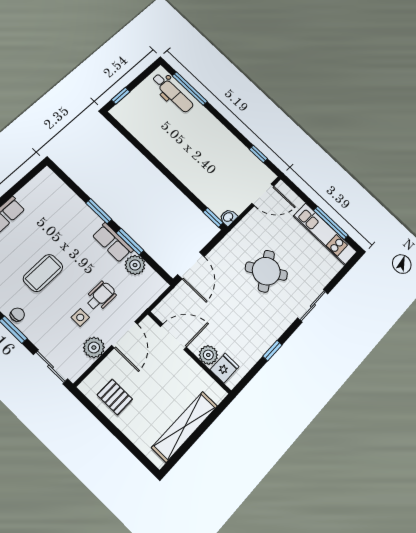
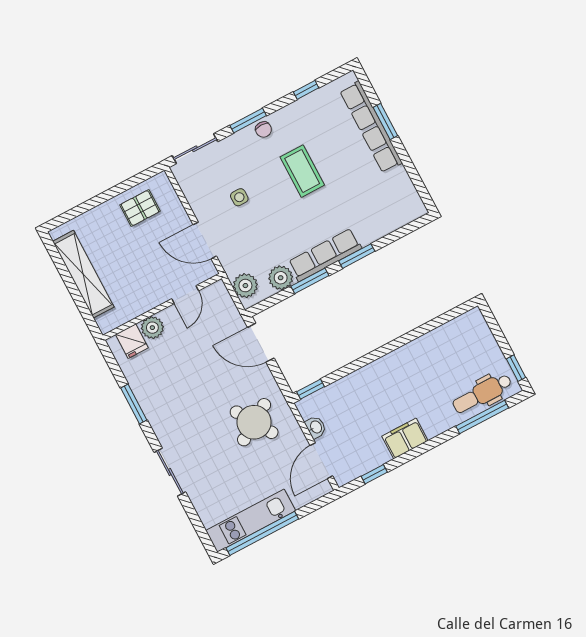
window: (121, 96) -> (516, 368), moved
filing cabinet: (225, 139) -> (405, 438), added
washbasin: (228, 217) -> (316, 427), moved
window: (331, 223) -> (262, 533), width x1.46
row of seats: (113, 243) -> (325, 255), width x1.48
round table: (266, 271) -> (254, 422), moved
wheelchair: (101, 296) -> (256, 227), removed
door: (173, 337) -> (185, 295), width x0.73
plant: (94, 347) -> (245, 286), moved
window: (272, 350) -> (134, 404), width x1.50

